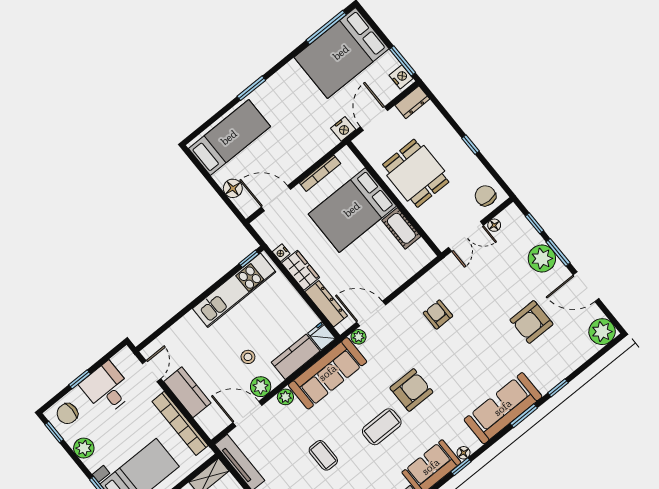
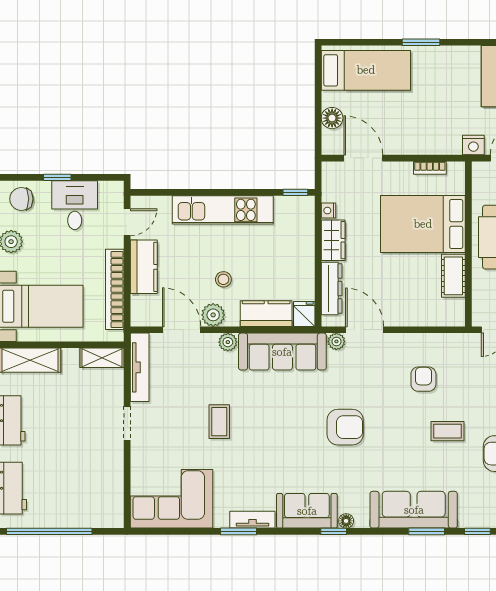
bookcase: (320, 173) -> (430, 168), width x0.64
kitchen unit: (234, 290) -> (223, 210), moved
coffee table: (382, 427) -> (447, 431), moved, width x0.73, depth x0.77

